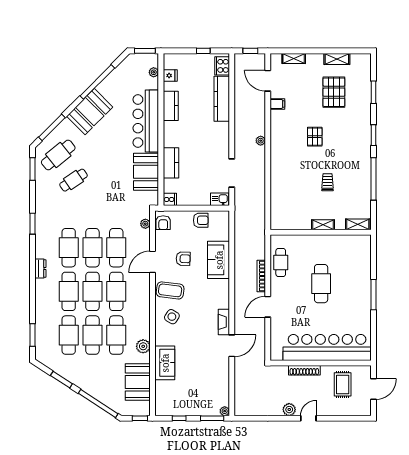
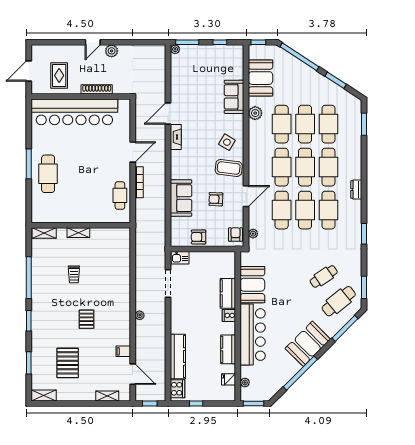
shelving: (337, 59) -> (44, 396), moved
cooker: (170, 199) -> (229, 315), moved
cafe table: (321, 284) -> (48, 174), moved

